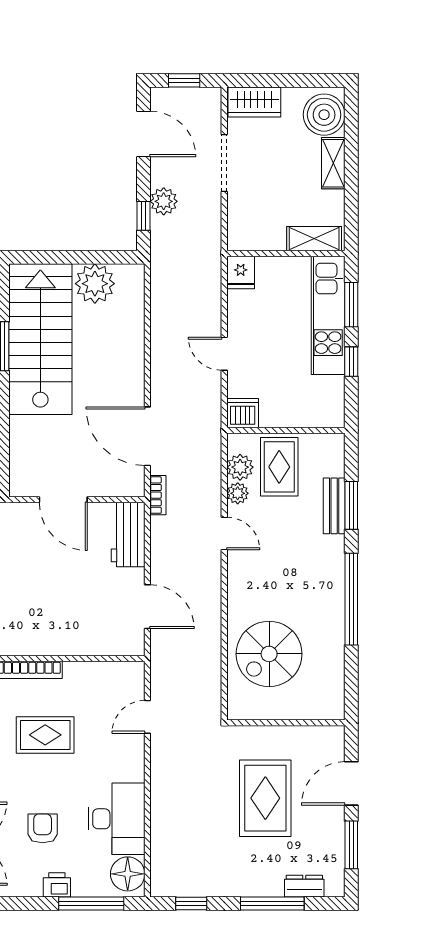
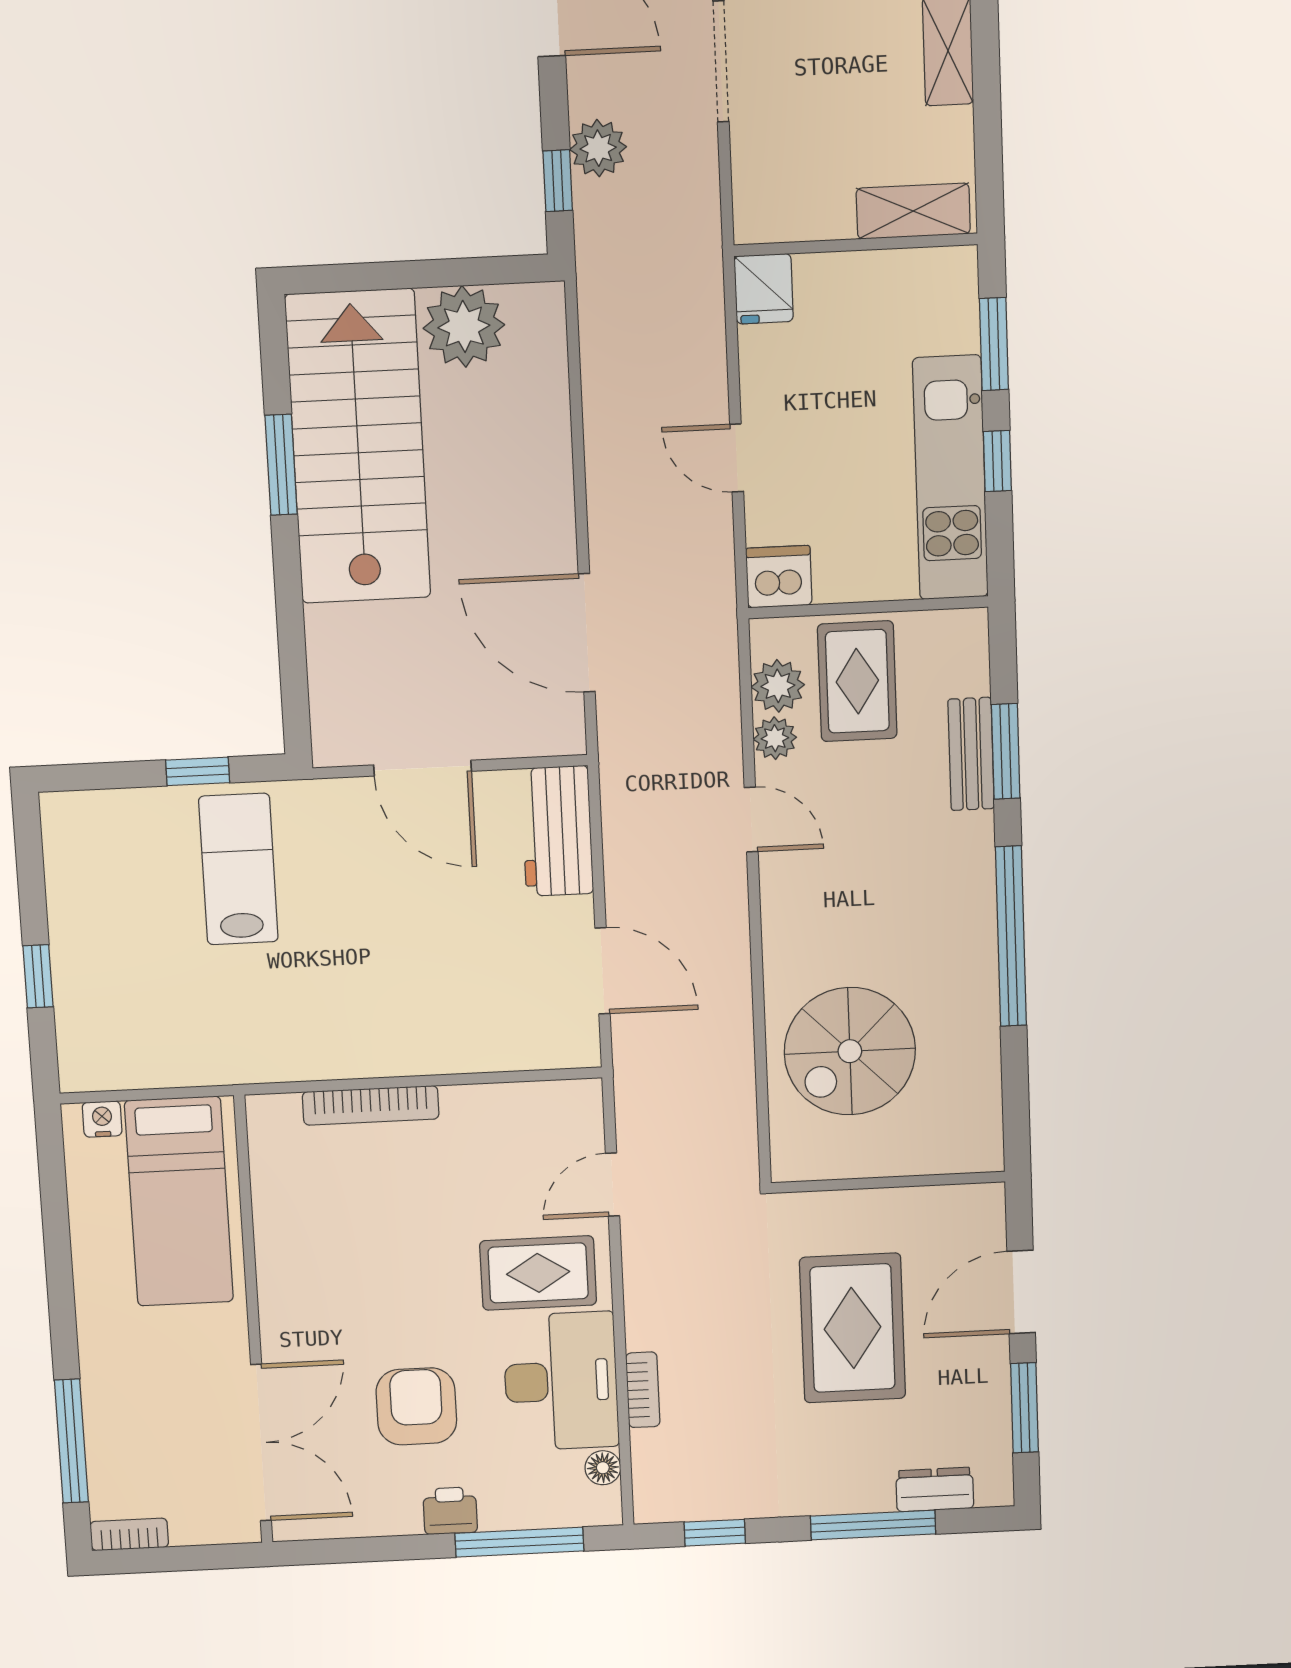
kitchen unit: (328, 315) -> (950, 478), moved
bookcase: (158, 495) -> (643, 1390), moved
rug: (45, 735) -> (538, 1273), moved
armchair: (43, 828) -> (416, 1406), width x1.38, depth x1.38
floor lamp: (128, 874) -> (603, 1468), width x0.53, depth x0.53

